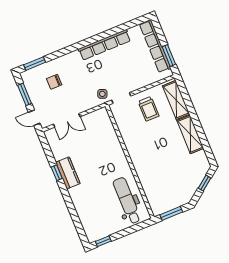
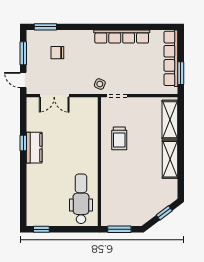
trolley: (149, 109) -> (119, 138), moved

